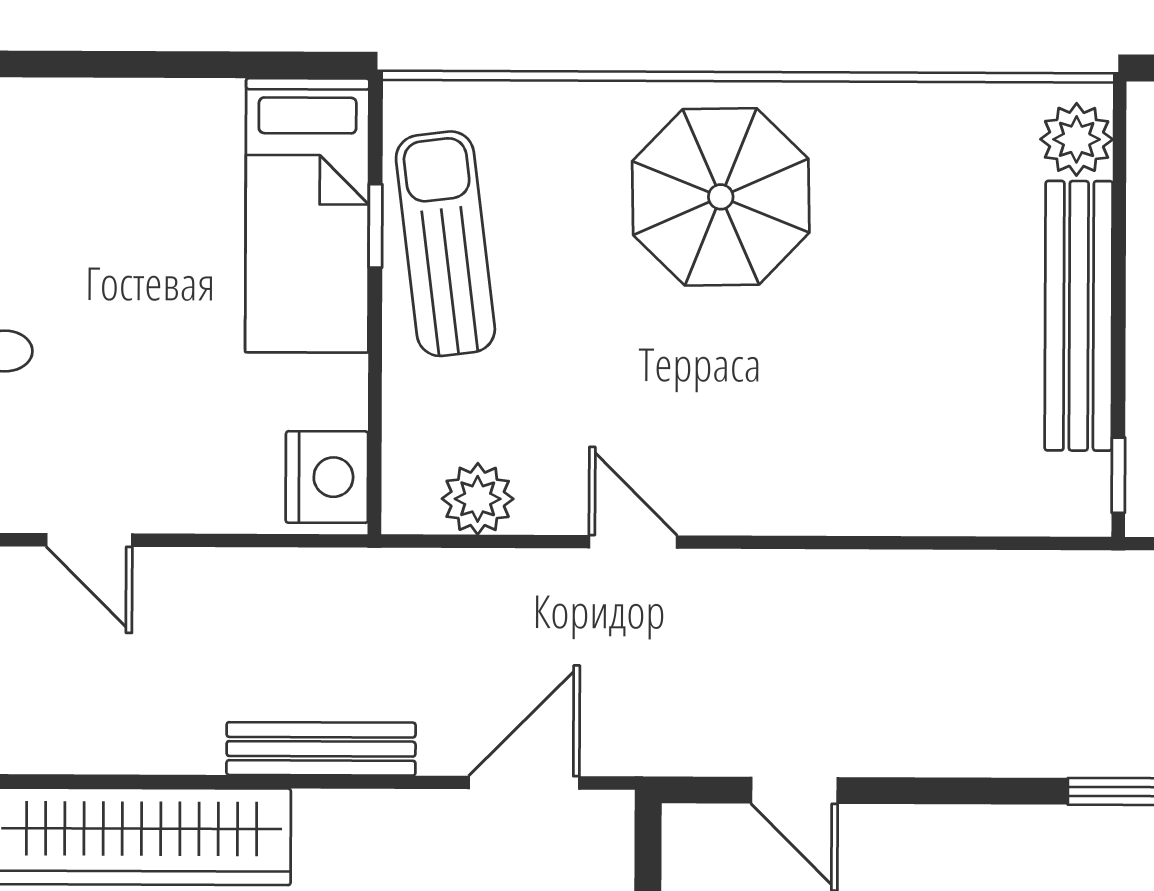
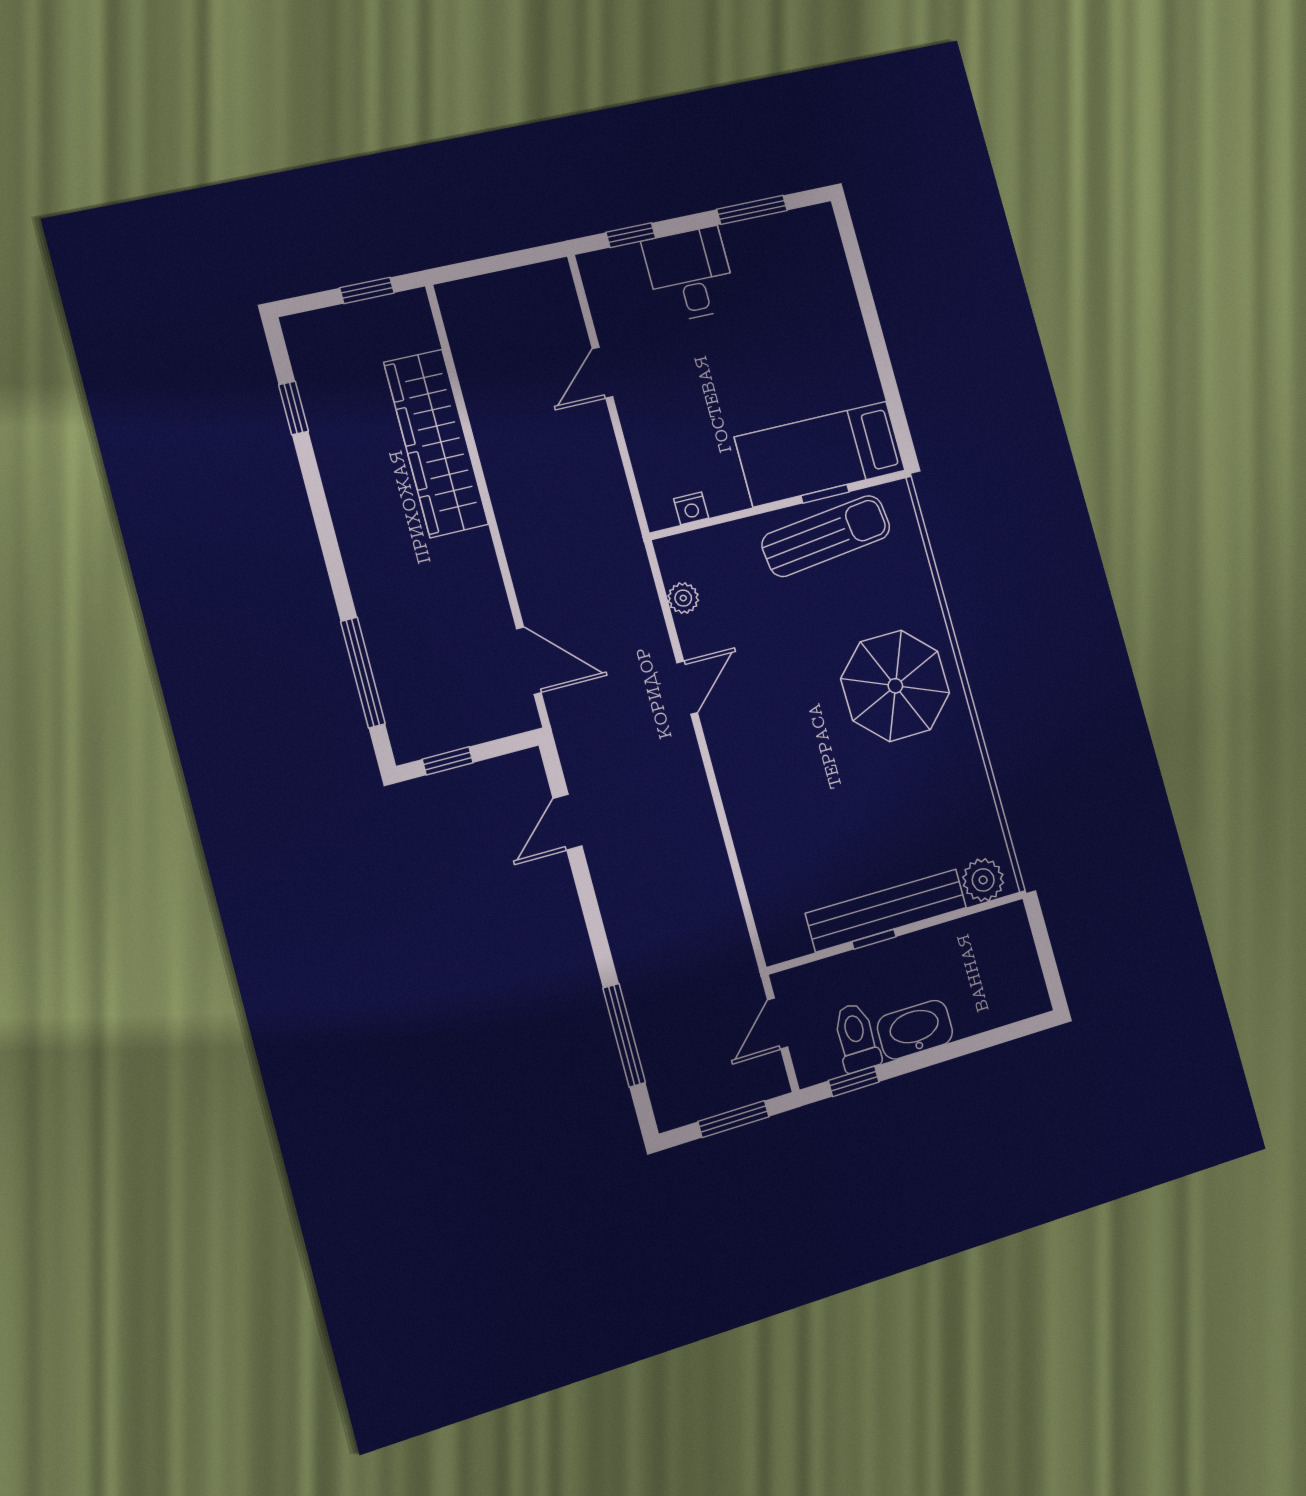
window: (1118, 475) -> (874, 939), moved
nightstand: (327, 477) -> (691, 508), width x0.53, depth x0.56
plant: (478, 499) -> (683, 598), width x0.73, depth x0.73
bench: (321, 749) -> (517, 536), removed

